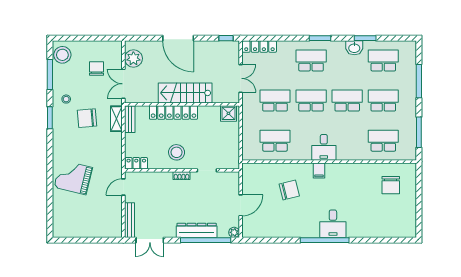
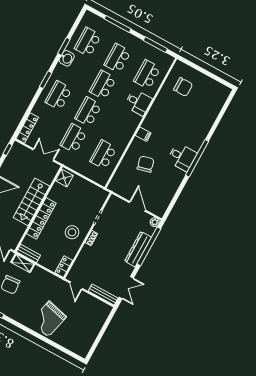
desk: (324, 147) -> (138, 102), moved
desk: (333, 224) -> (182, 157), moved

